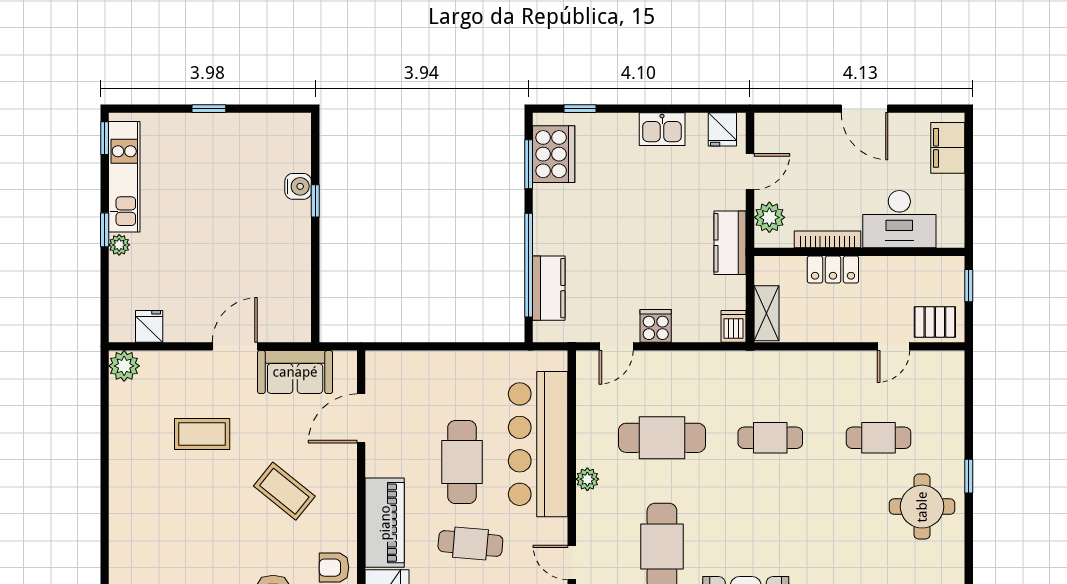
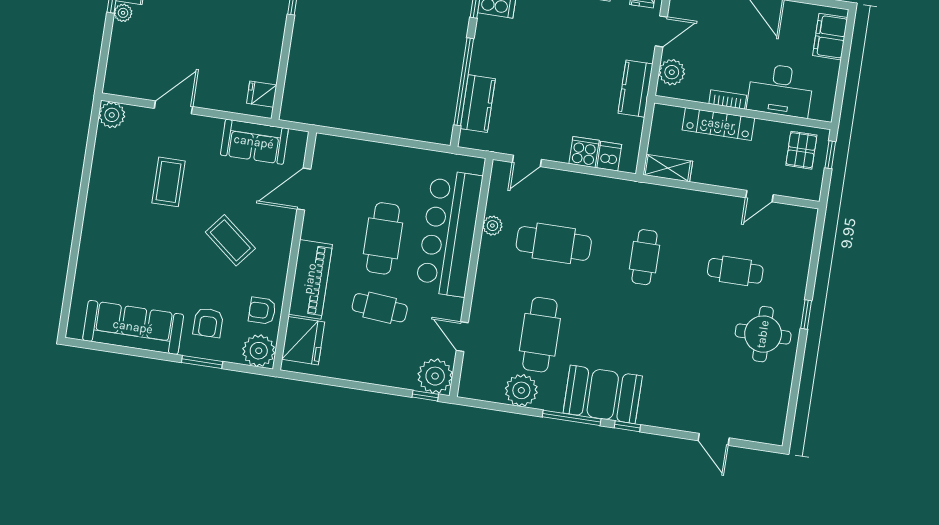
bookcase: (827, 239) -> (728, 99), width x0.64
locker: (833, 269) -> (718, 124), width x1.53
shelving: (767, 313) -> (668, 168), moved, turned 90
pallet: (935, 322) -> (801, 150), moved, turned 90
fridge: (149, 326) -> (262, 94), moved, turned -90
cooker: (656, 326) -> (584, 152), moved
dishwasher: (734, 326) -> (609, 156), moved
door: (235, 346) -> (173, 107), moved
coffee table: (202, 434) -> (169, 182), turned 90
cafe table: (770, 438) -> (645, 257), turned 90
plant: (587, 479) -> (492, 226), moved

